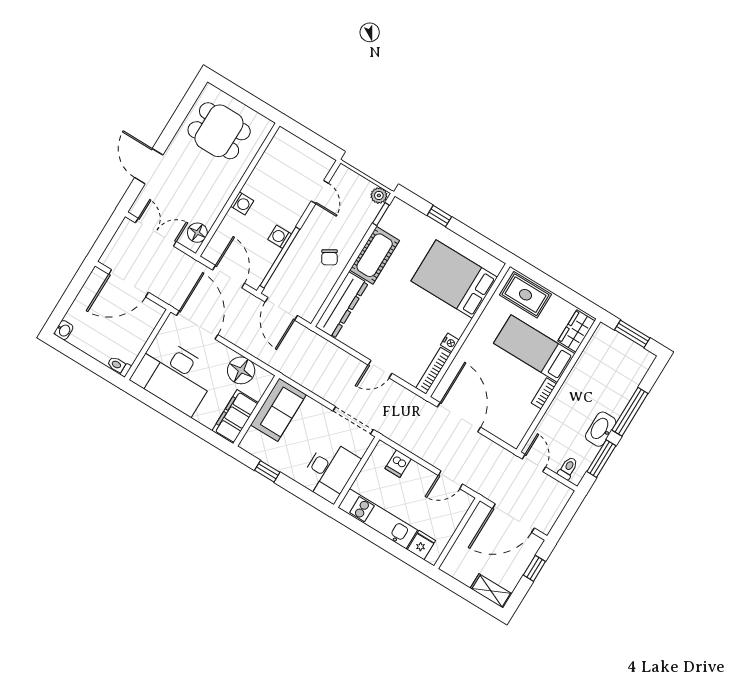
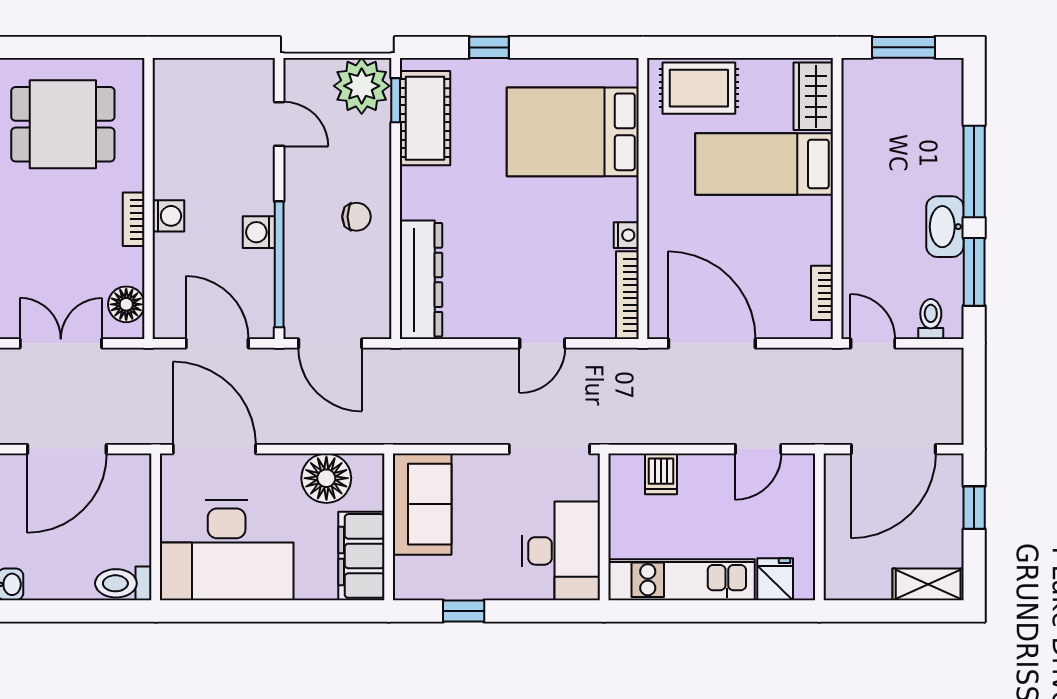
bookcase: (225, 195) -> (134, 219), added
plant: (379, 195) -> (362, 86), width x1.88, depth x1.88
cot: (375, 255) -> (425, 118), moved
chair: (329, 257) -> (357, 217), turned -59
toilet: (119, 366) -> (123, 583), width x1.37, depth x1.39
bookcase: (544, 393) -> (822, 293), moved

